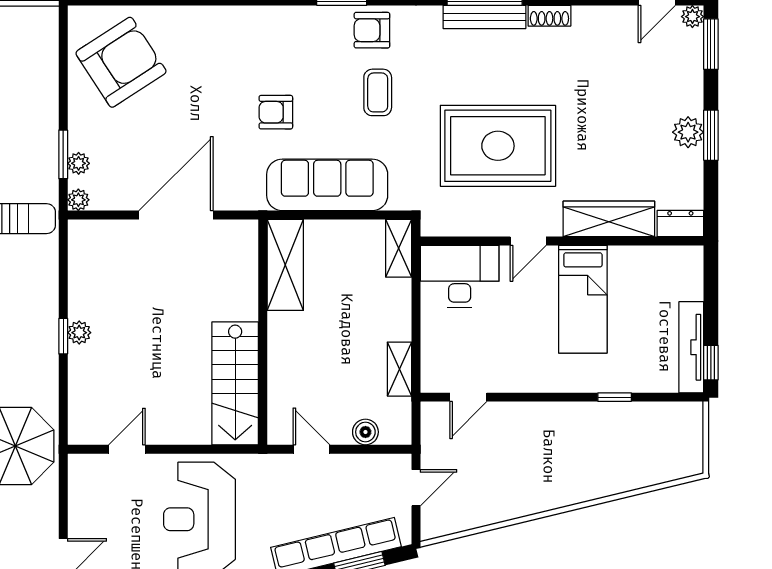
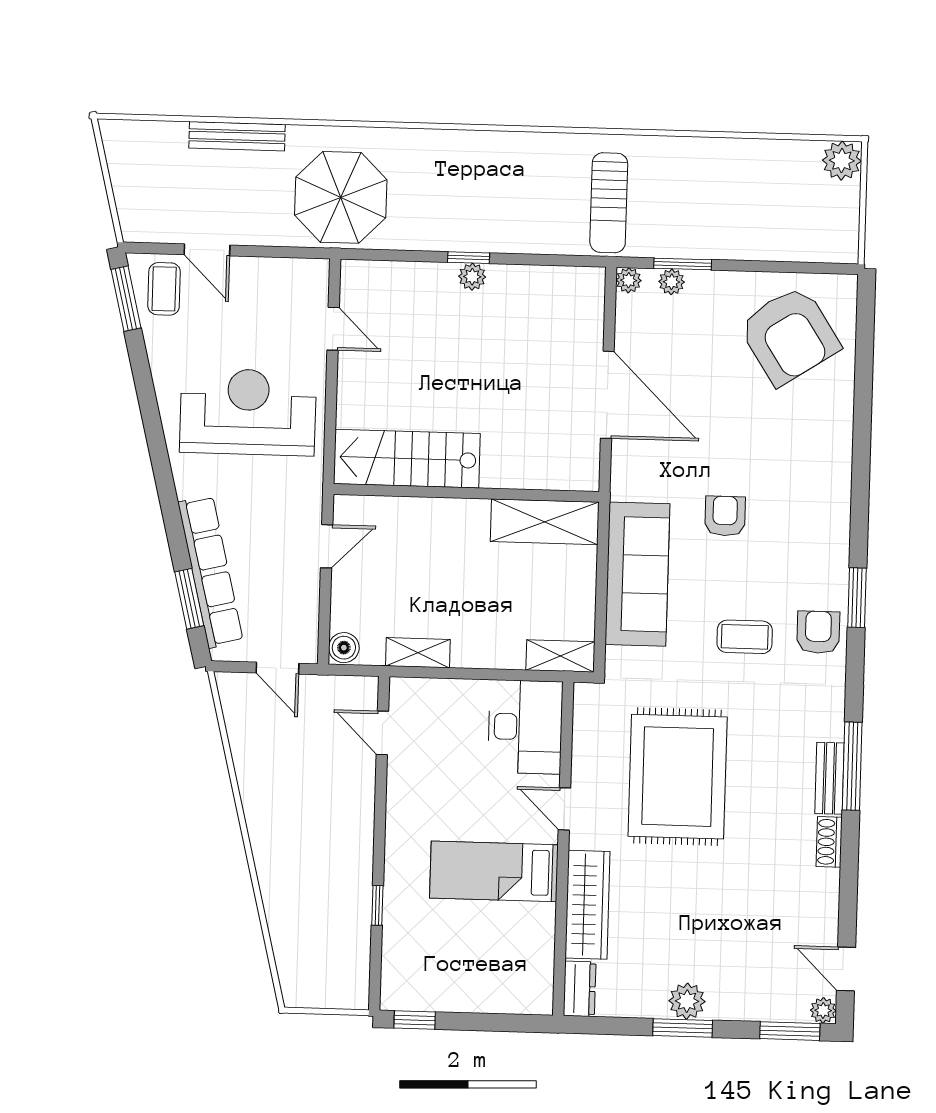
bench: (484, 17) -> (830, 778), width x0.73
tv unit: (691, 347) -> (433, 997), removed
boiler: (365, 432) -> (344, 648), moved

